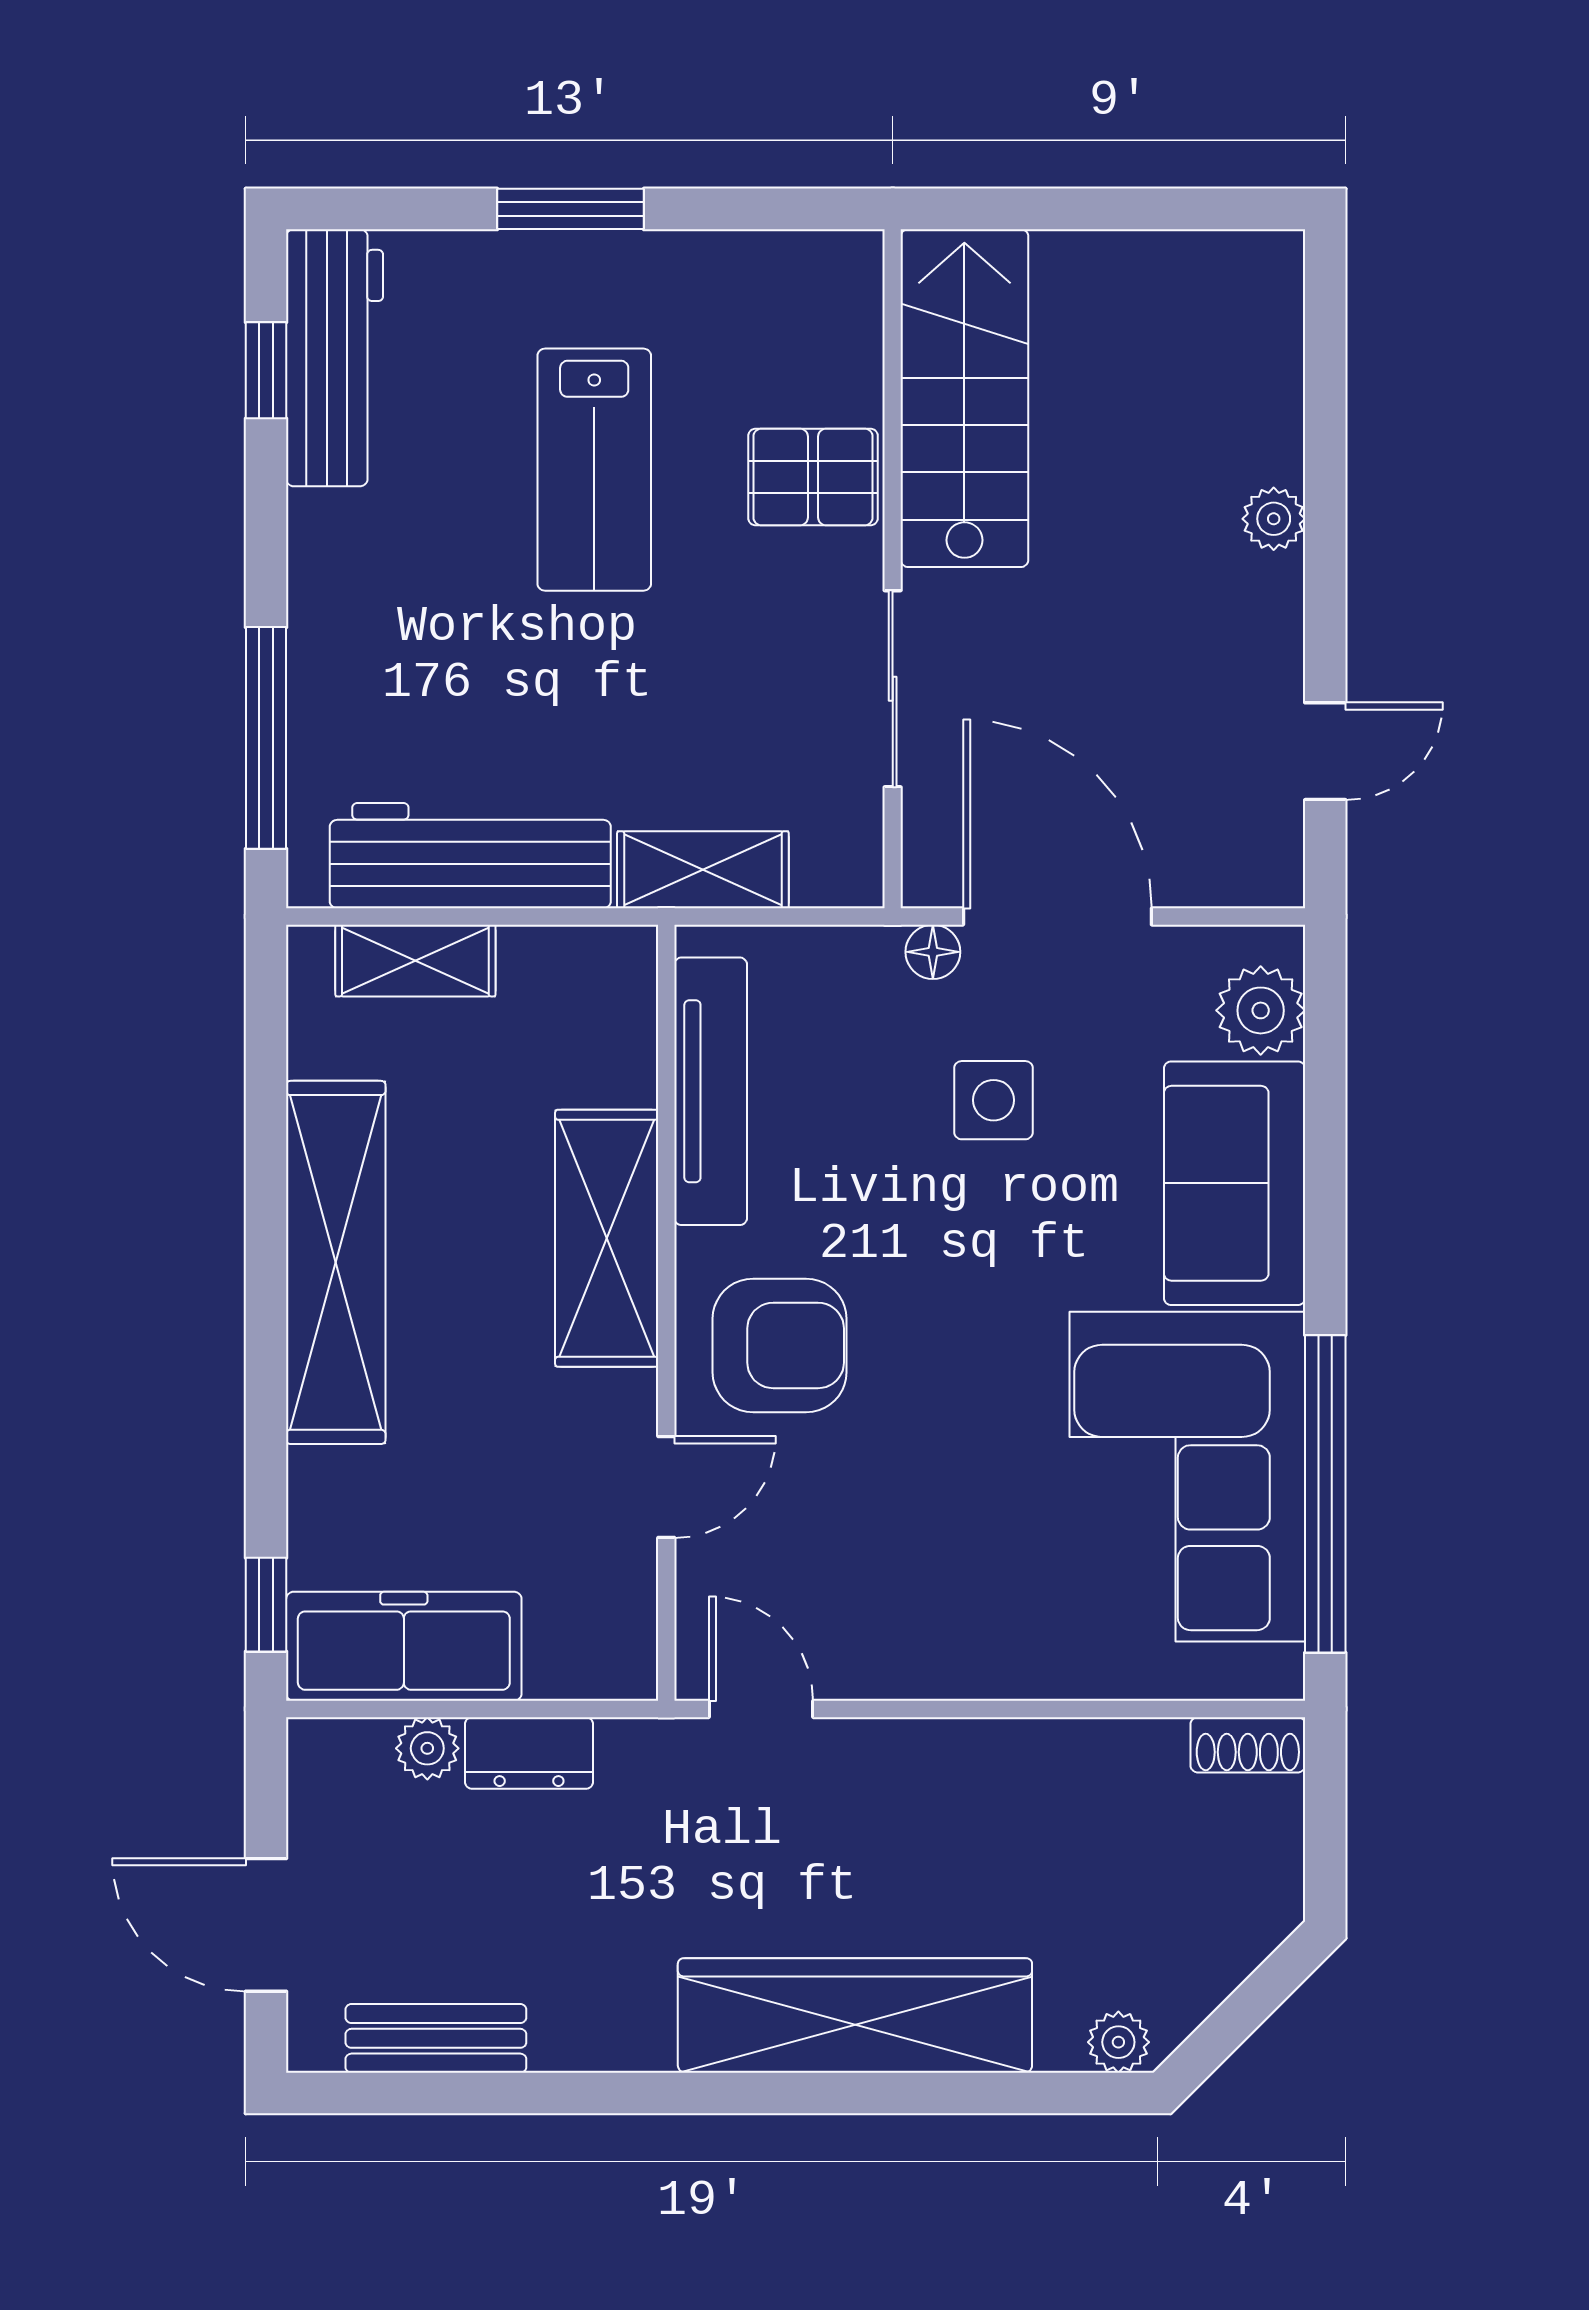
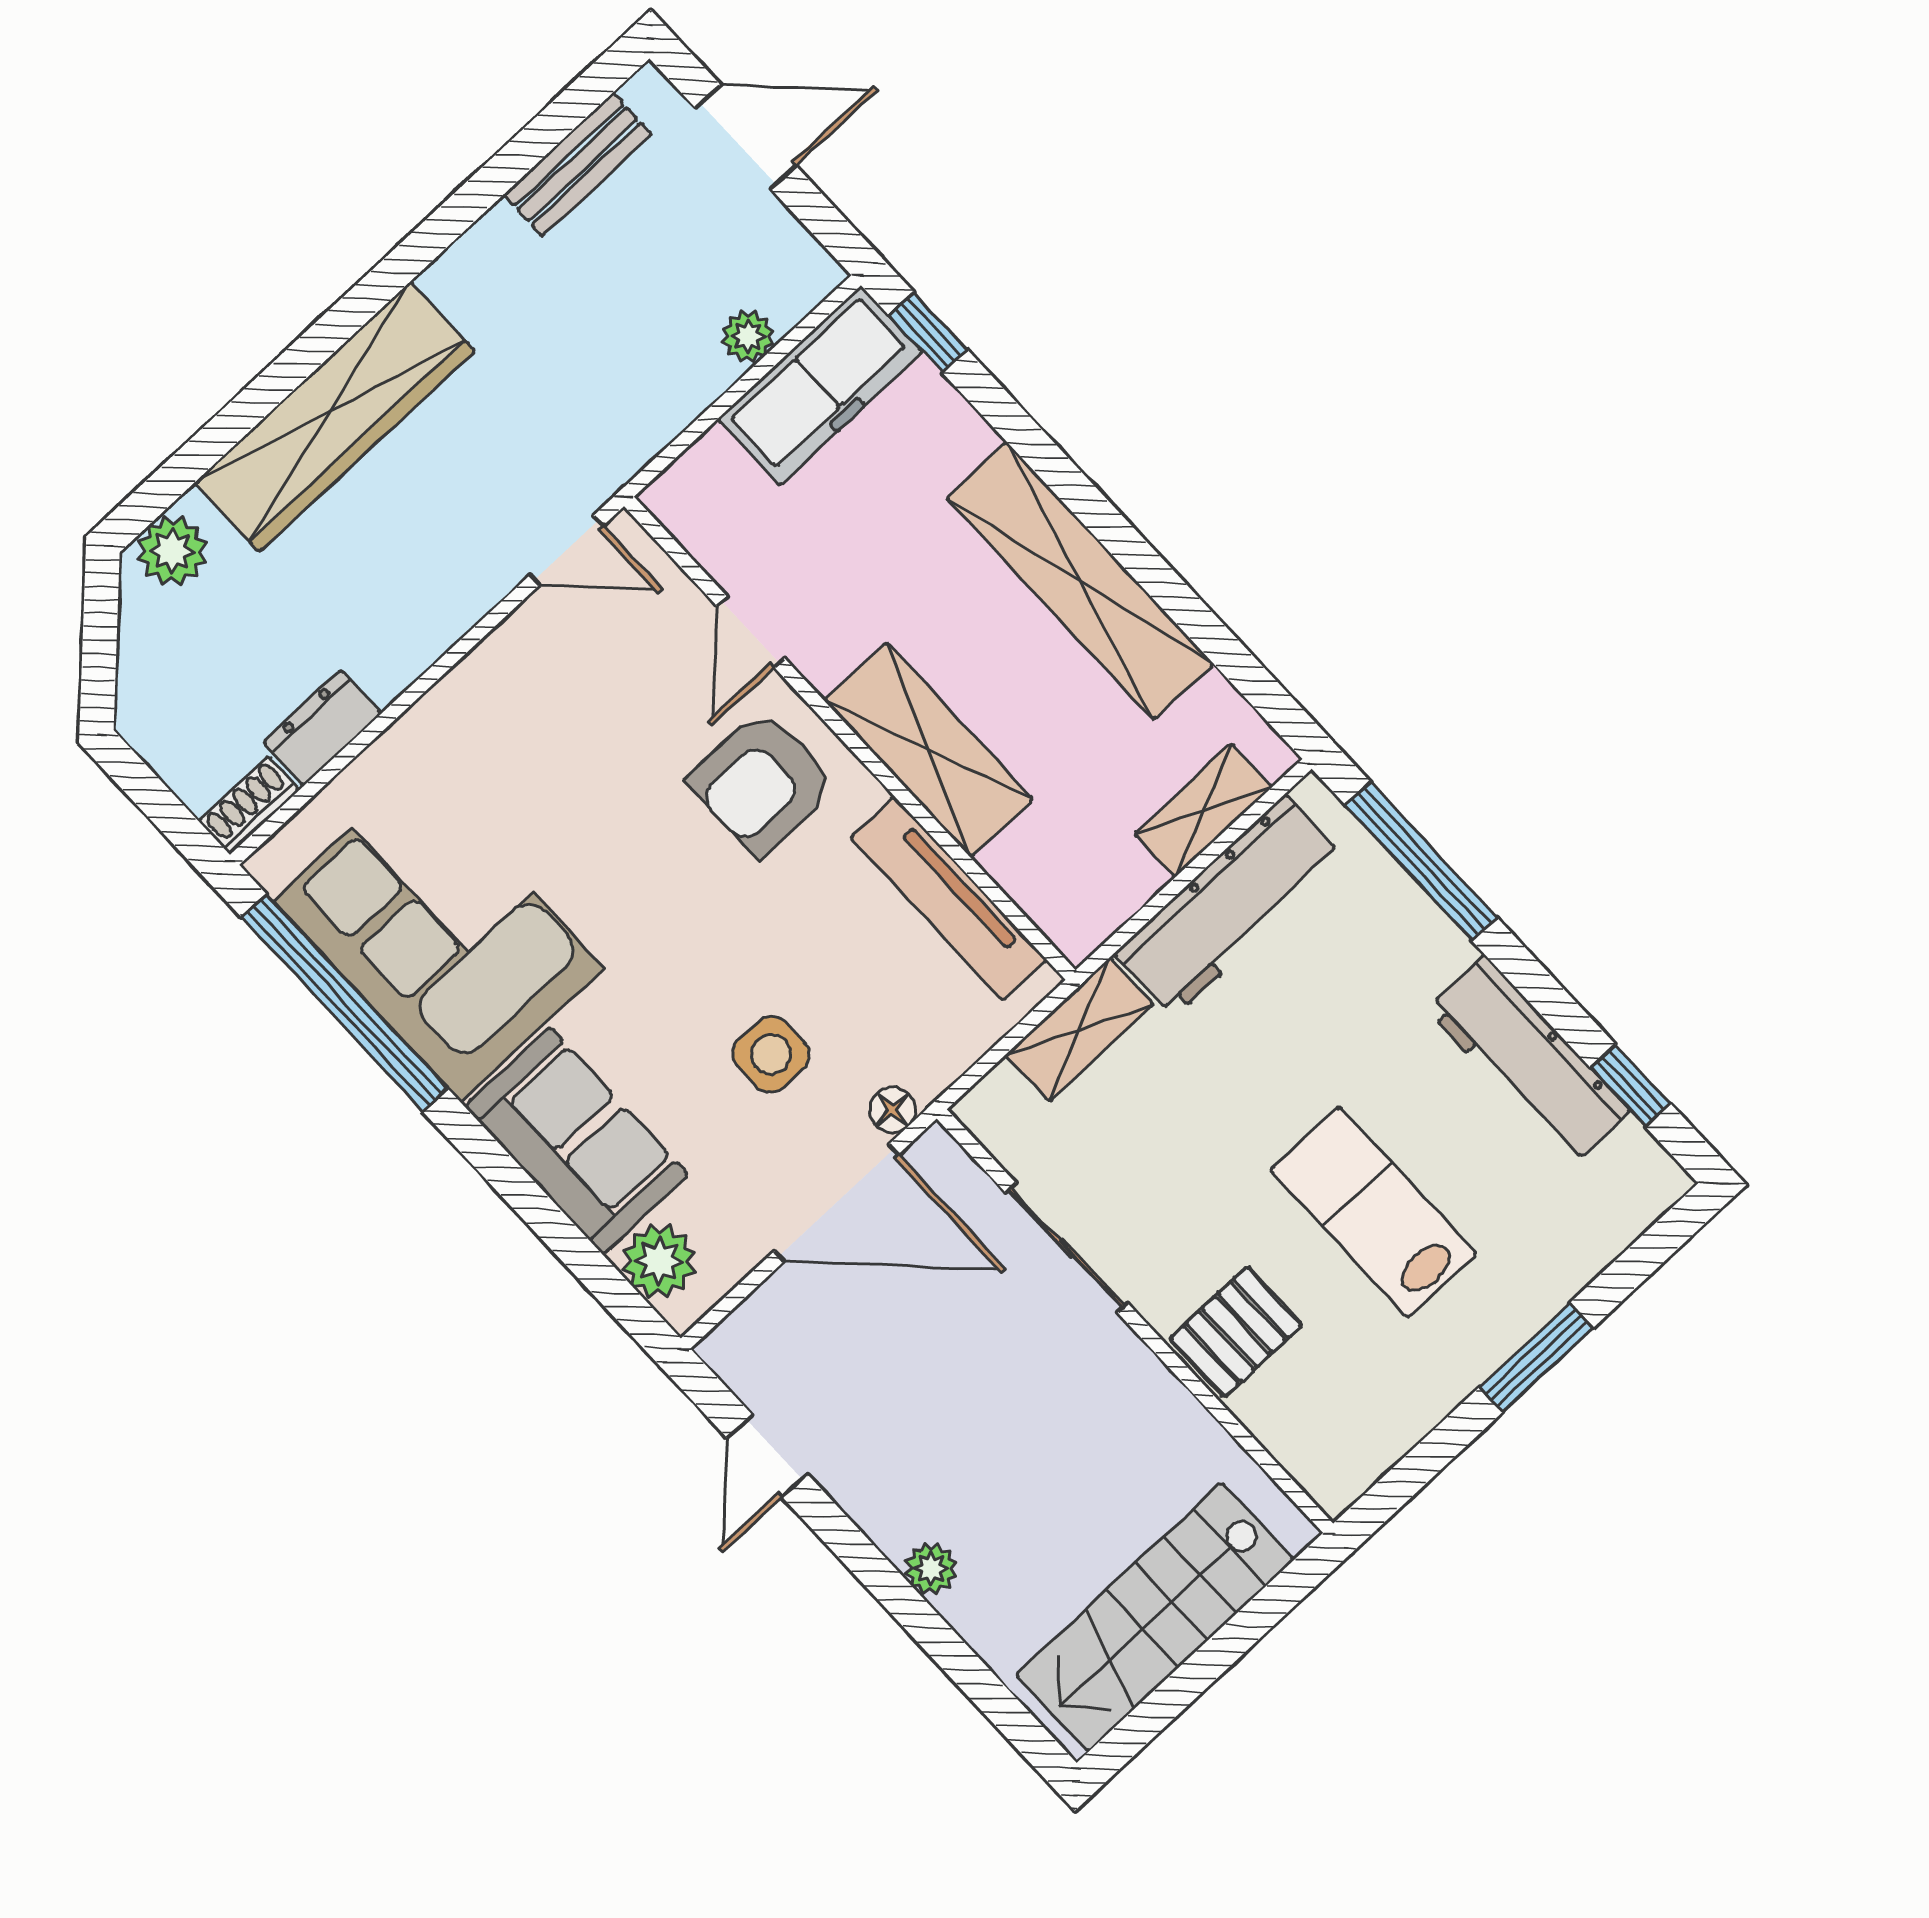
workbench: (335, 358) -> (1528, 1060), moved
stairs: (964, 398) -> (1155, 1617), moved, turned 90
dresser: (529, 1753) -> (322, 728), moved
plant: (1118, 2042) -> (172, 551), width x1.38, depth x1.38

